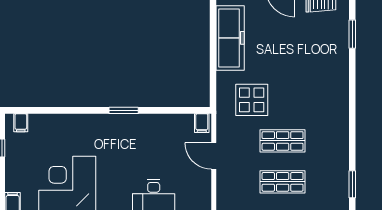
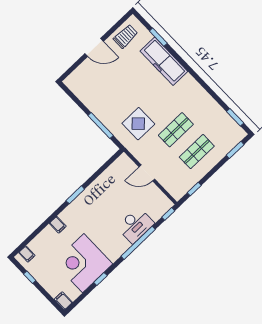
freezer: (230, 38) -> (164, 61), moved, turned 180
window: (213, 66) -> (101, 126), added
filing cabinet: (202, 123) -> (58, 225), moved

